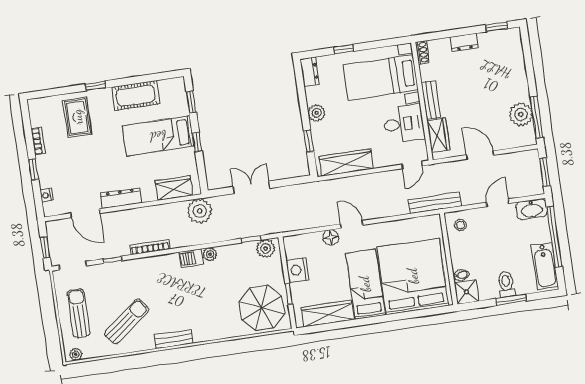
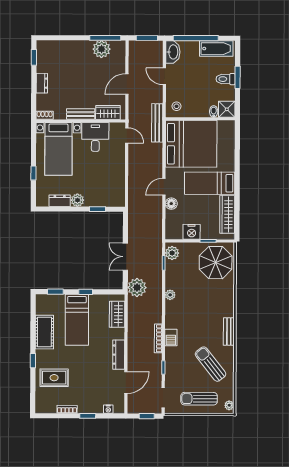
dresser: (310, 72) -> (60, 201), moved
wardrobe: (346, 162) -> (118, 184), removed
plant: (200, 211) -> (137, 288), moved
barbecue: (191, 258) -> (171, 338), moved
bed: (413, 276) -> (191, 144), moved, turned 180

